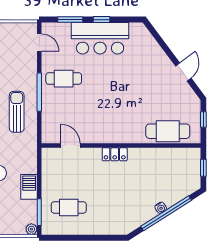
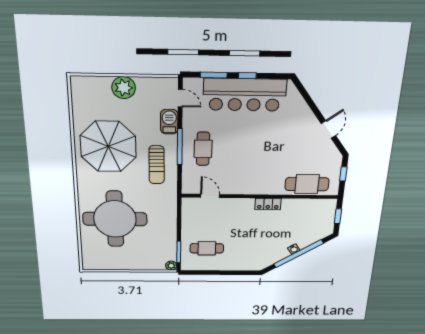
bar counter: (100, 38) -> (245, 95), width x1.36
cafe table: (64, 79) -> (203, 149), moved, turned 90
sun lounger: (17, 112) -> (157, 165), turned 180
locker: (115, 154) -> (268, 204), moved
barbecue: (29, 187) -> (169, 122), moved

